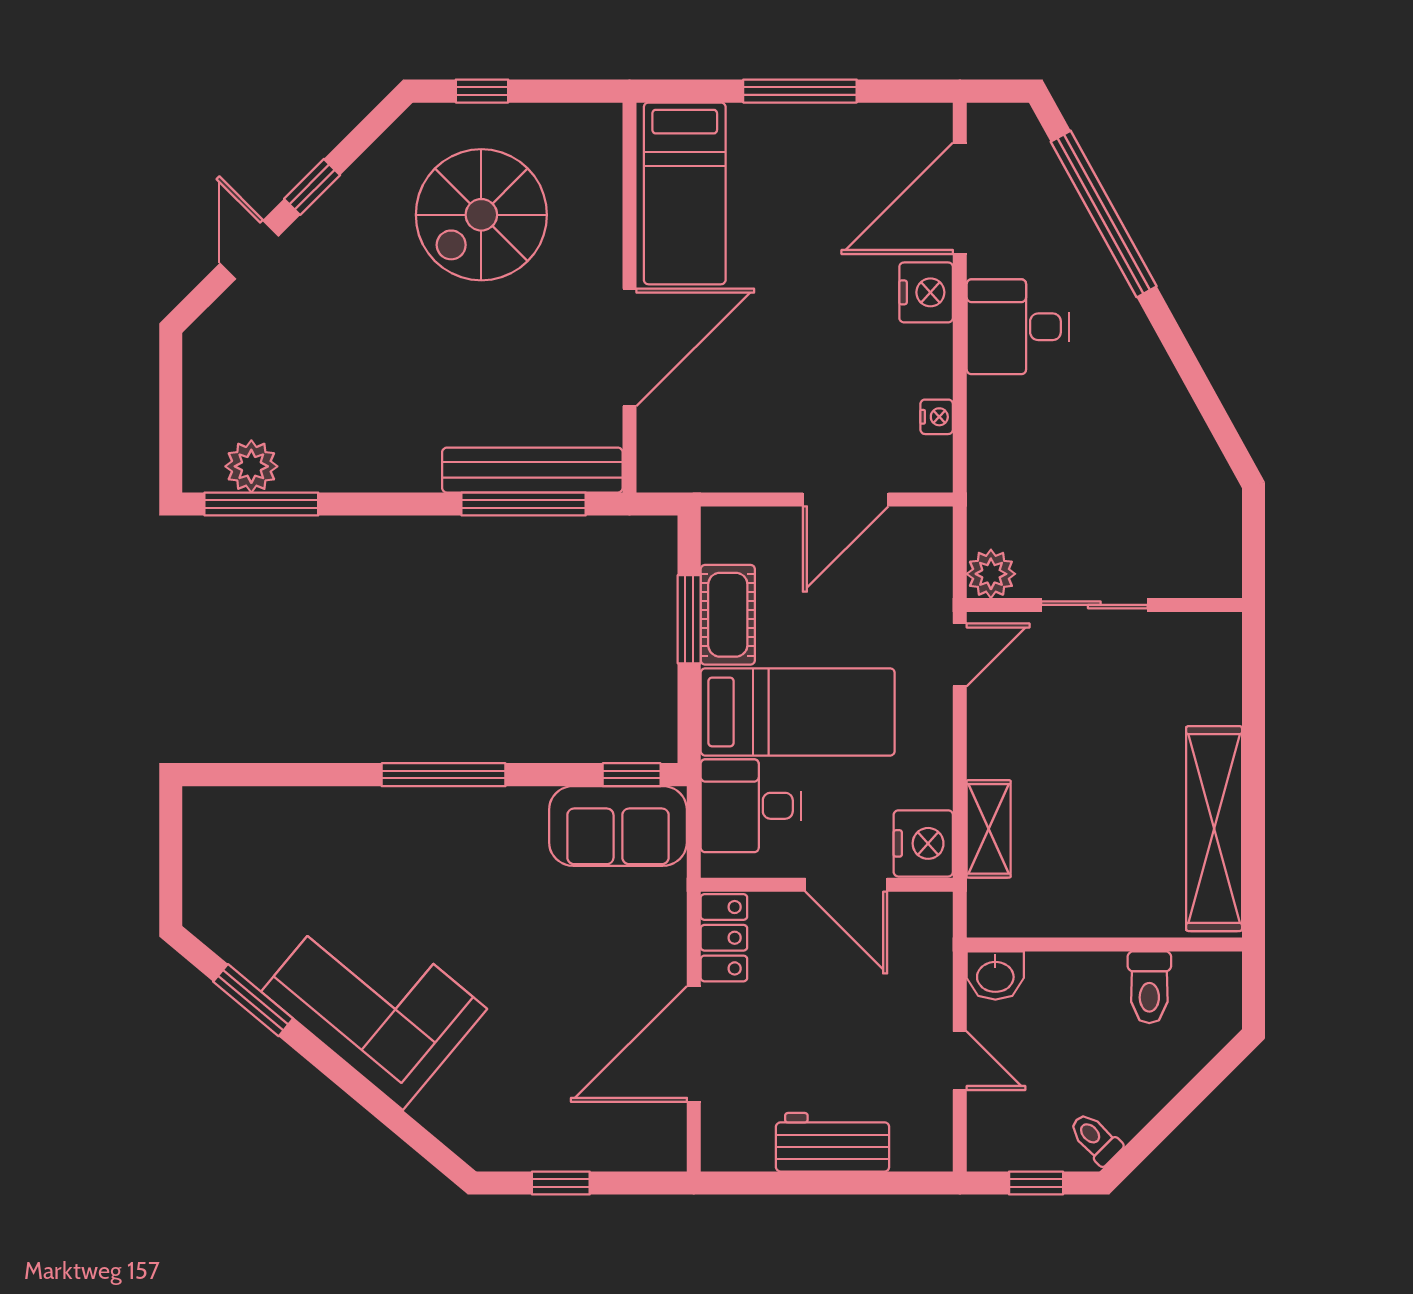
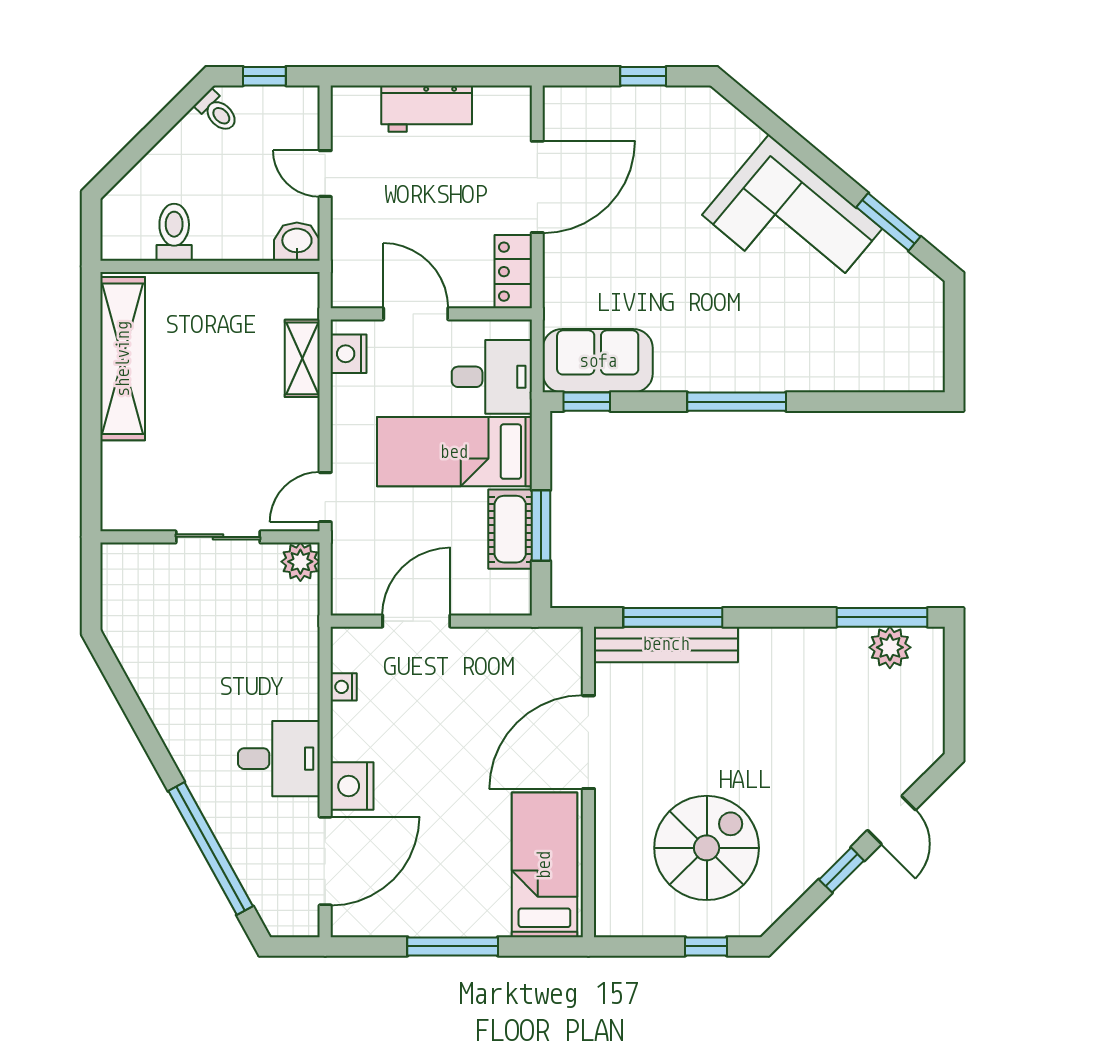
nightstand: (923, 843) -> (348, 354), width x0.74, depth x0.75

